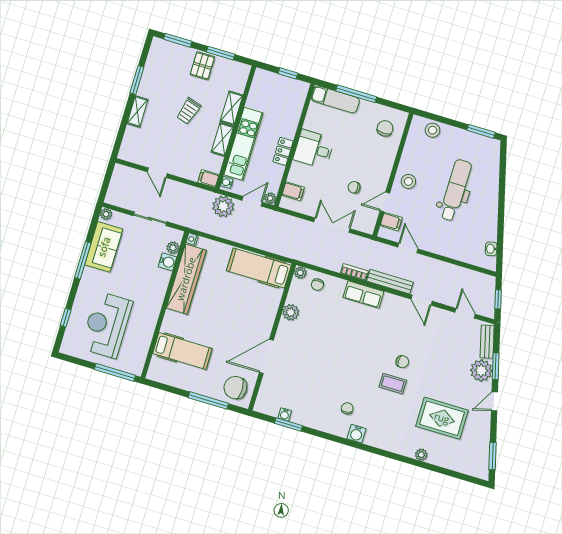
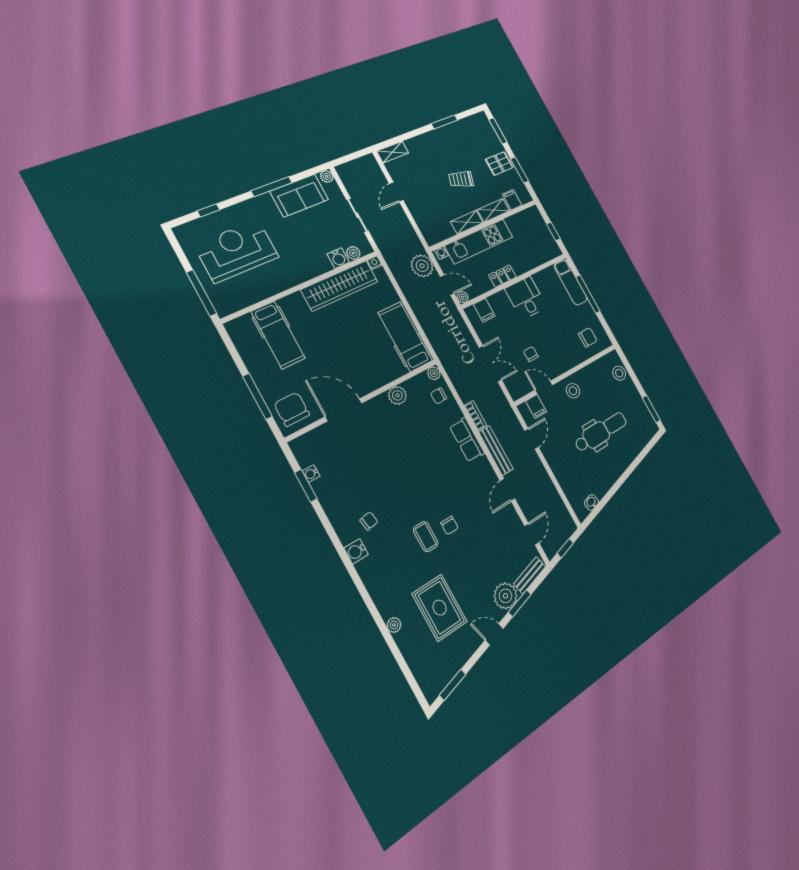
shelving: (137, 111) -> (393, 152), moved
filing cabinet: (208, 179) -> (512, 200), moved

